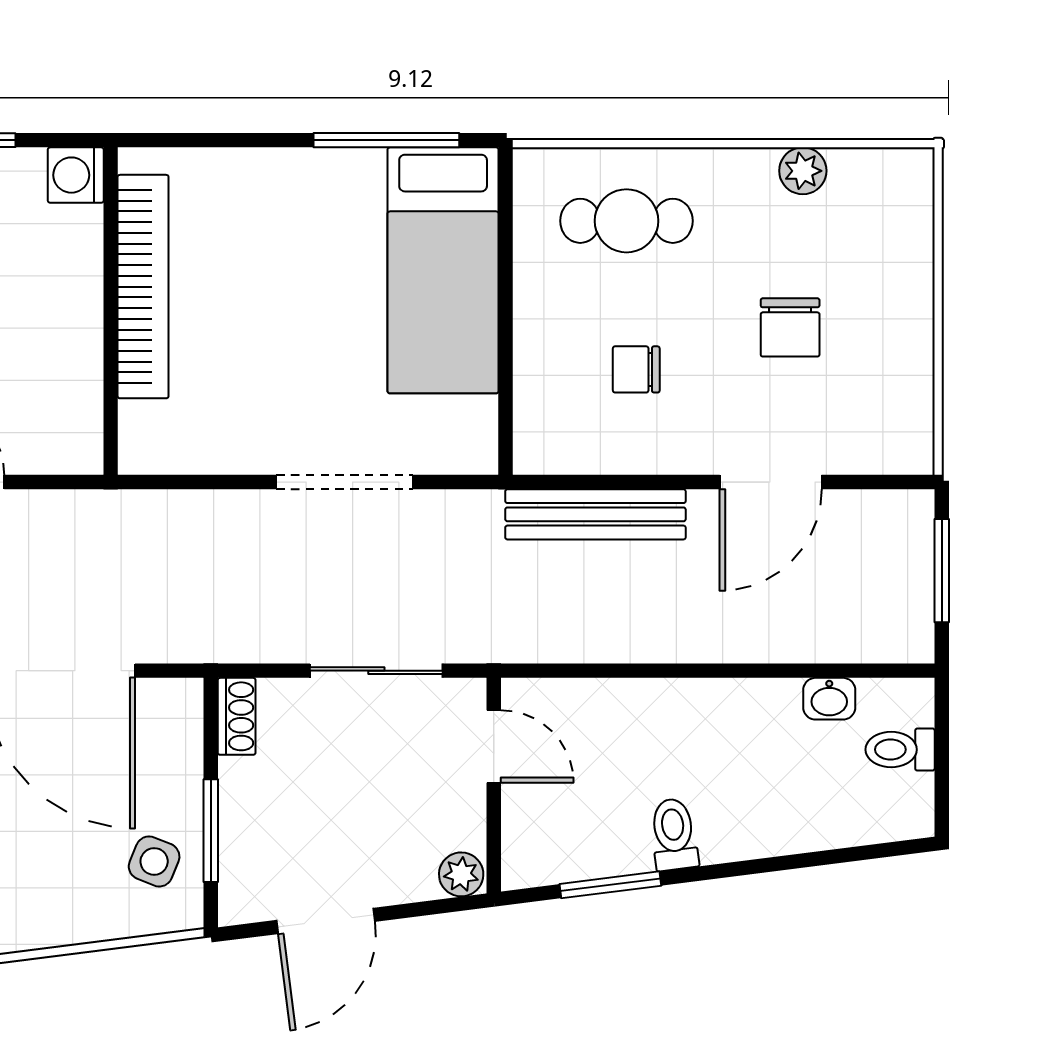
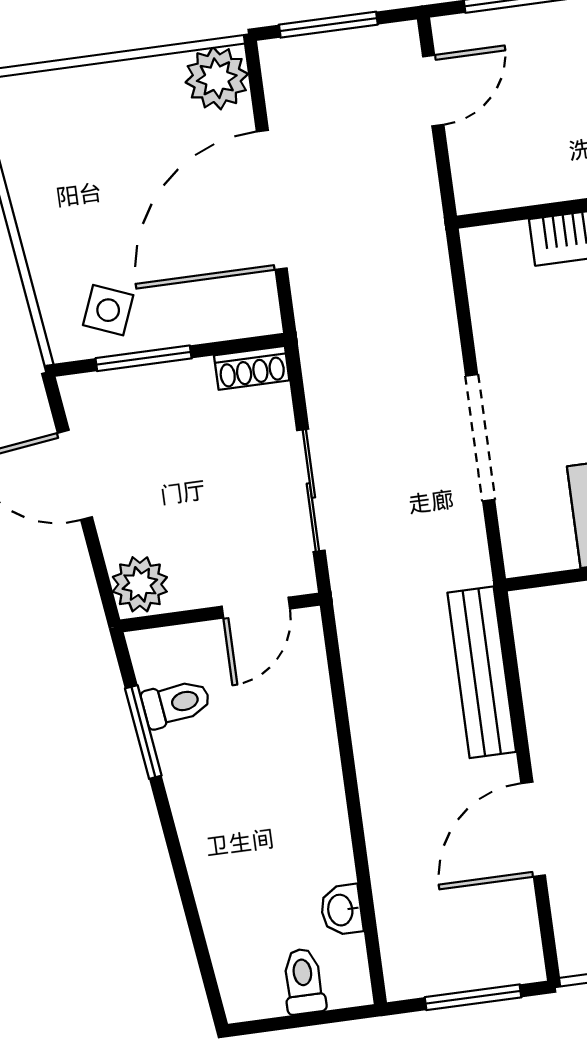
door: (771, 482) -> (533, 829), hinge flipped
toilet: (674, 834) -> (176, 703), moved
plant: (461, 874) -> (140, 584), width x1.38, depth x1.38

